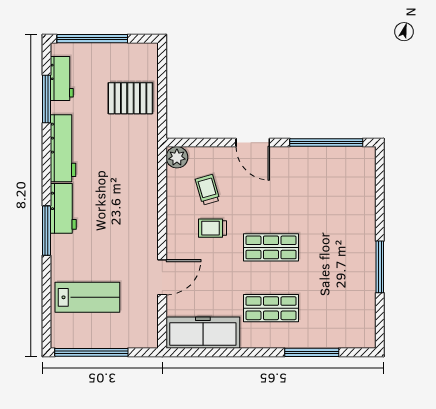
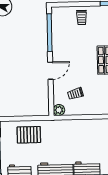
pallet: (130, 98) -> (29, 135), turned 90
trolley: (212, 228) -> (82, 17), moved

